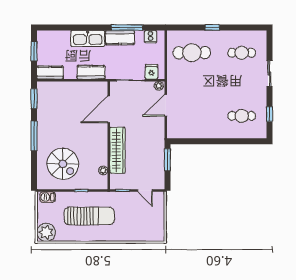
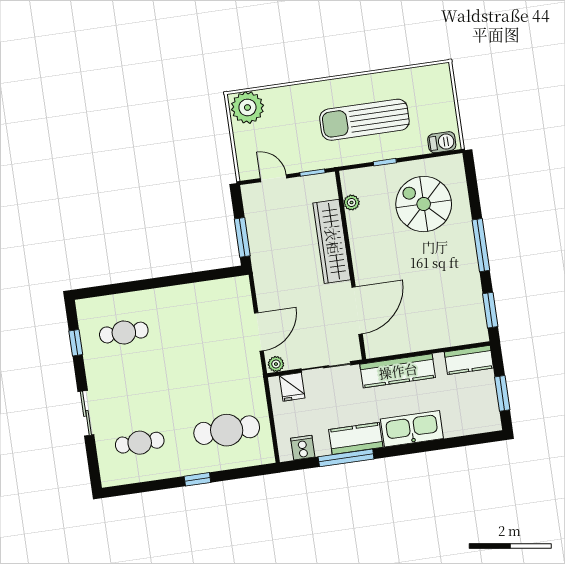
kitchen counter: (91, 72) -> (398, 371), width x1.50
plant: (46, 232) -> (247, 107), moved

